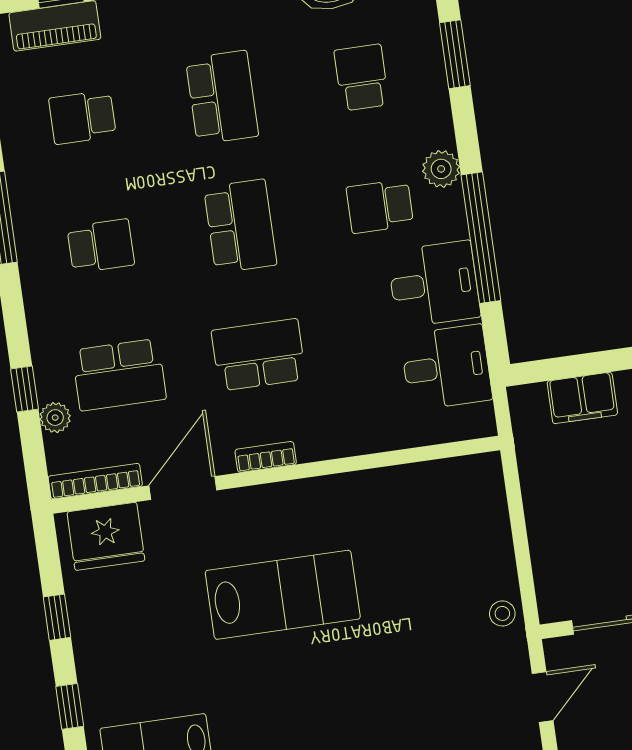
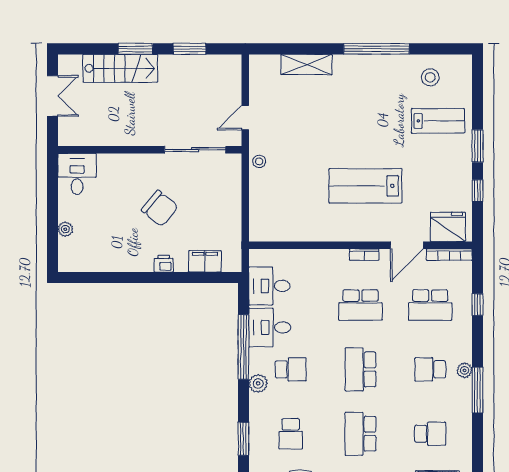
school desk: (119, 375) -> (430, 305), turned 180
plant: (55, 418) -> (465, 370), moved
window: (70, 706) -> (478, 146), width x1.50

